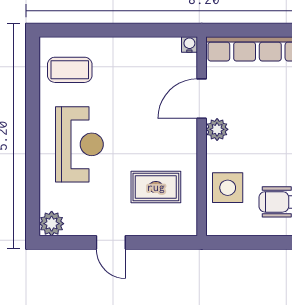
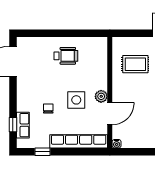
side table: (228, 188) -> (76, 100), moved

